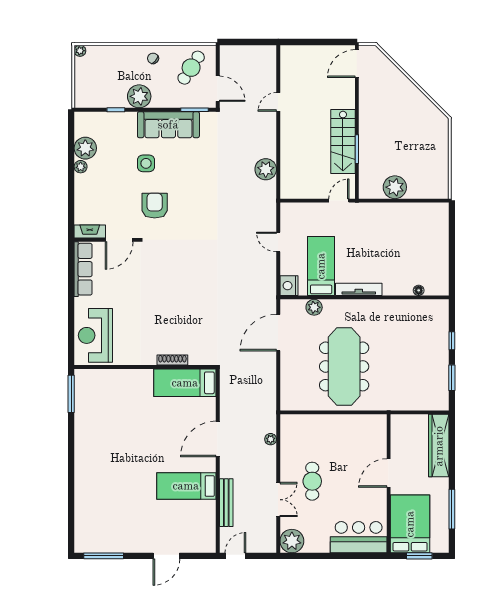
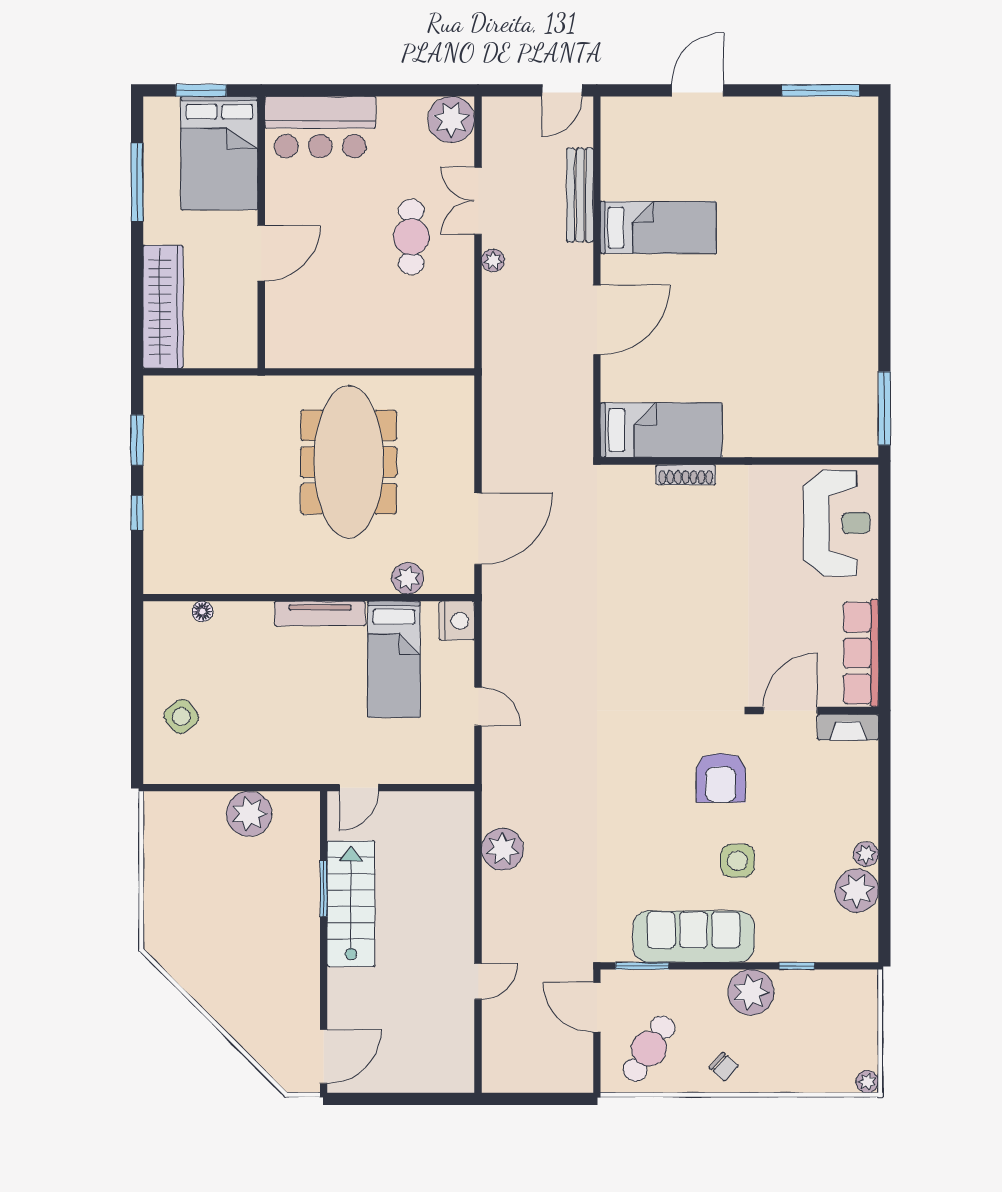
side table: (429, 237) -> (181, 717), added
plant: (271, 439) -> (493, 260), moved

